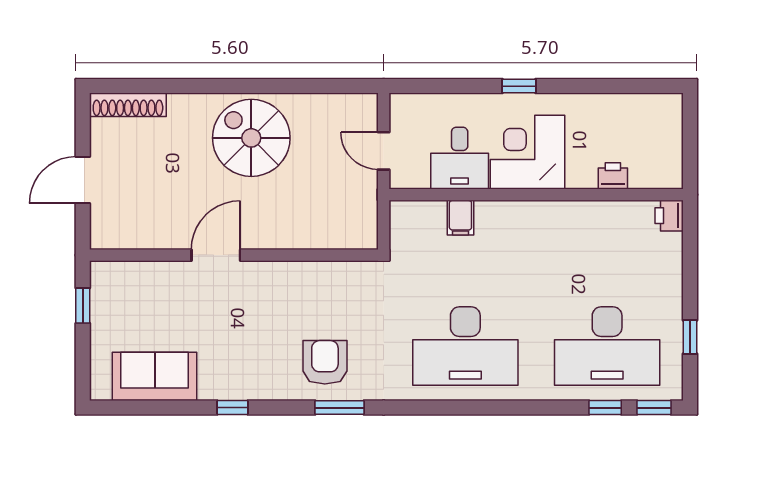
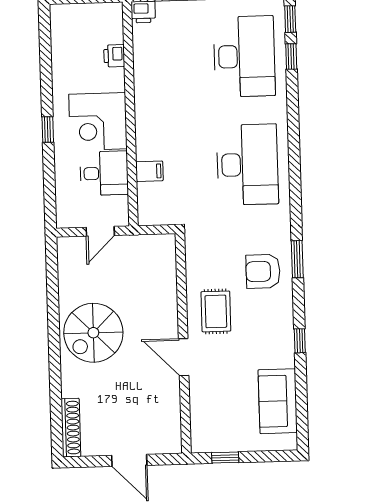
rug: (274, 299) -> (216, 311), added

